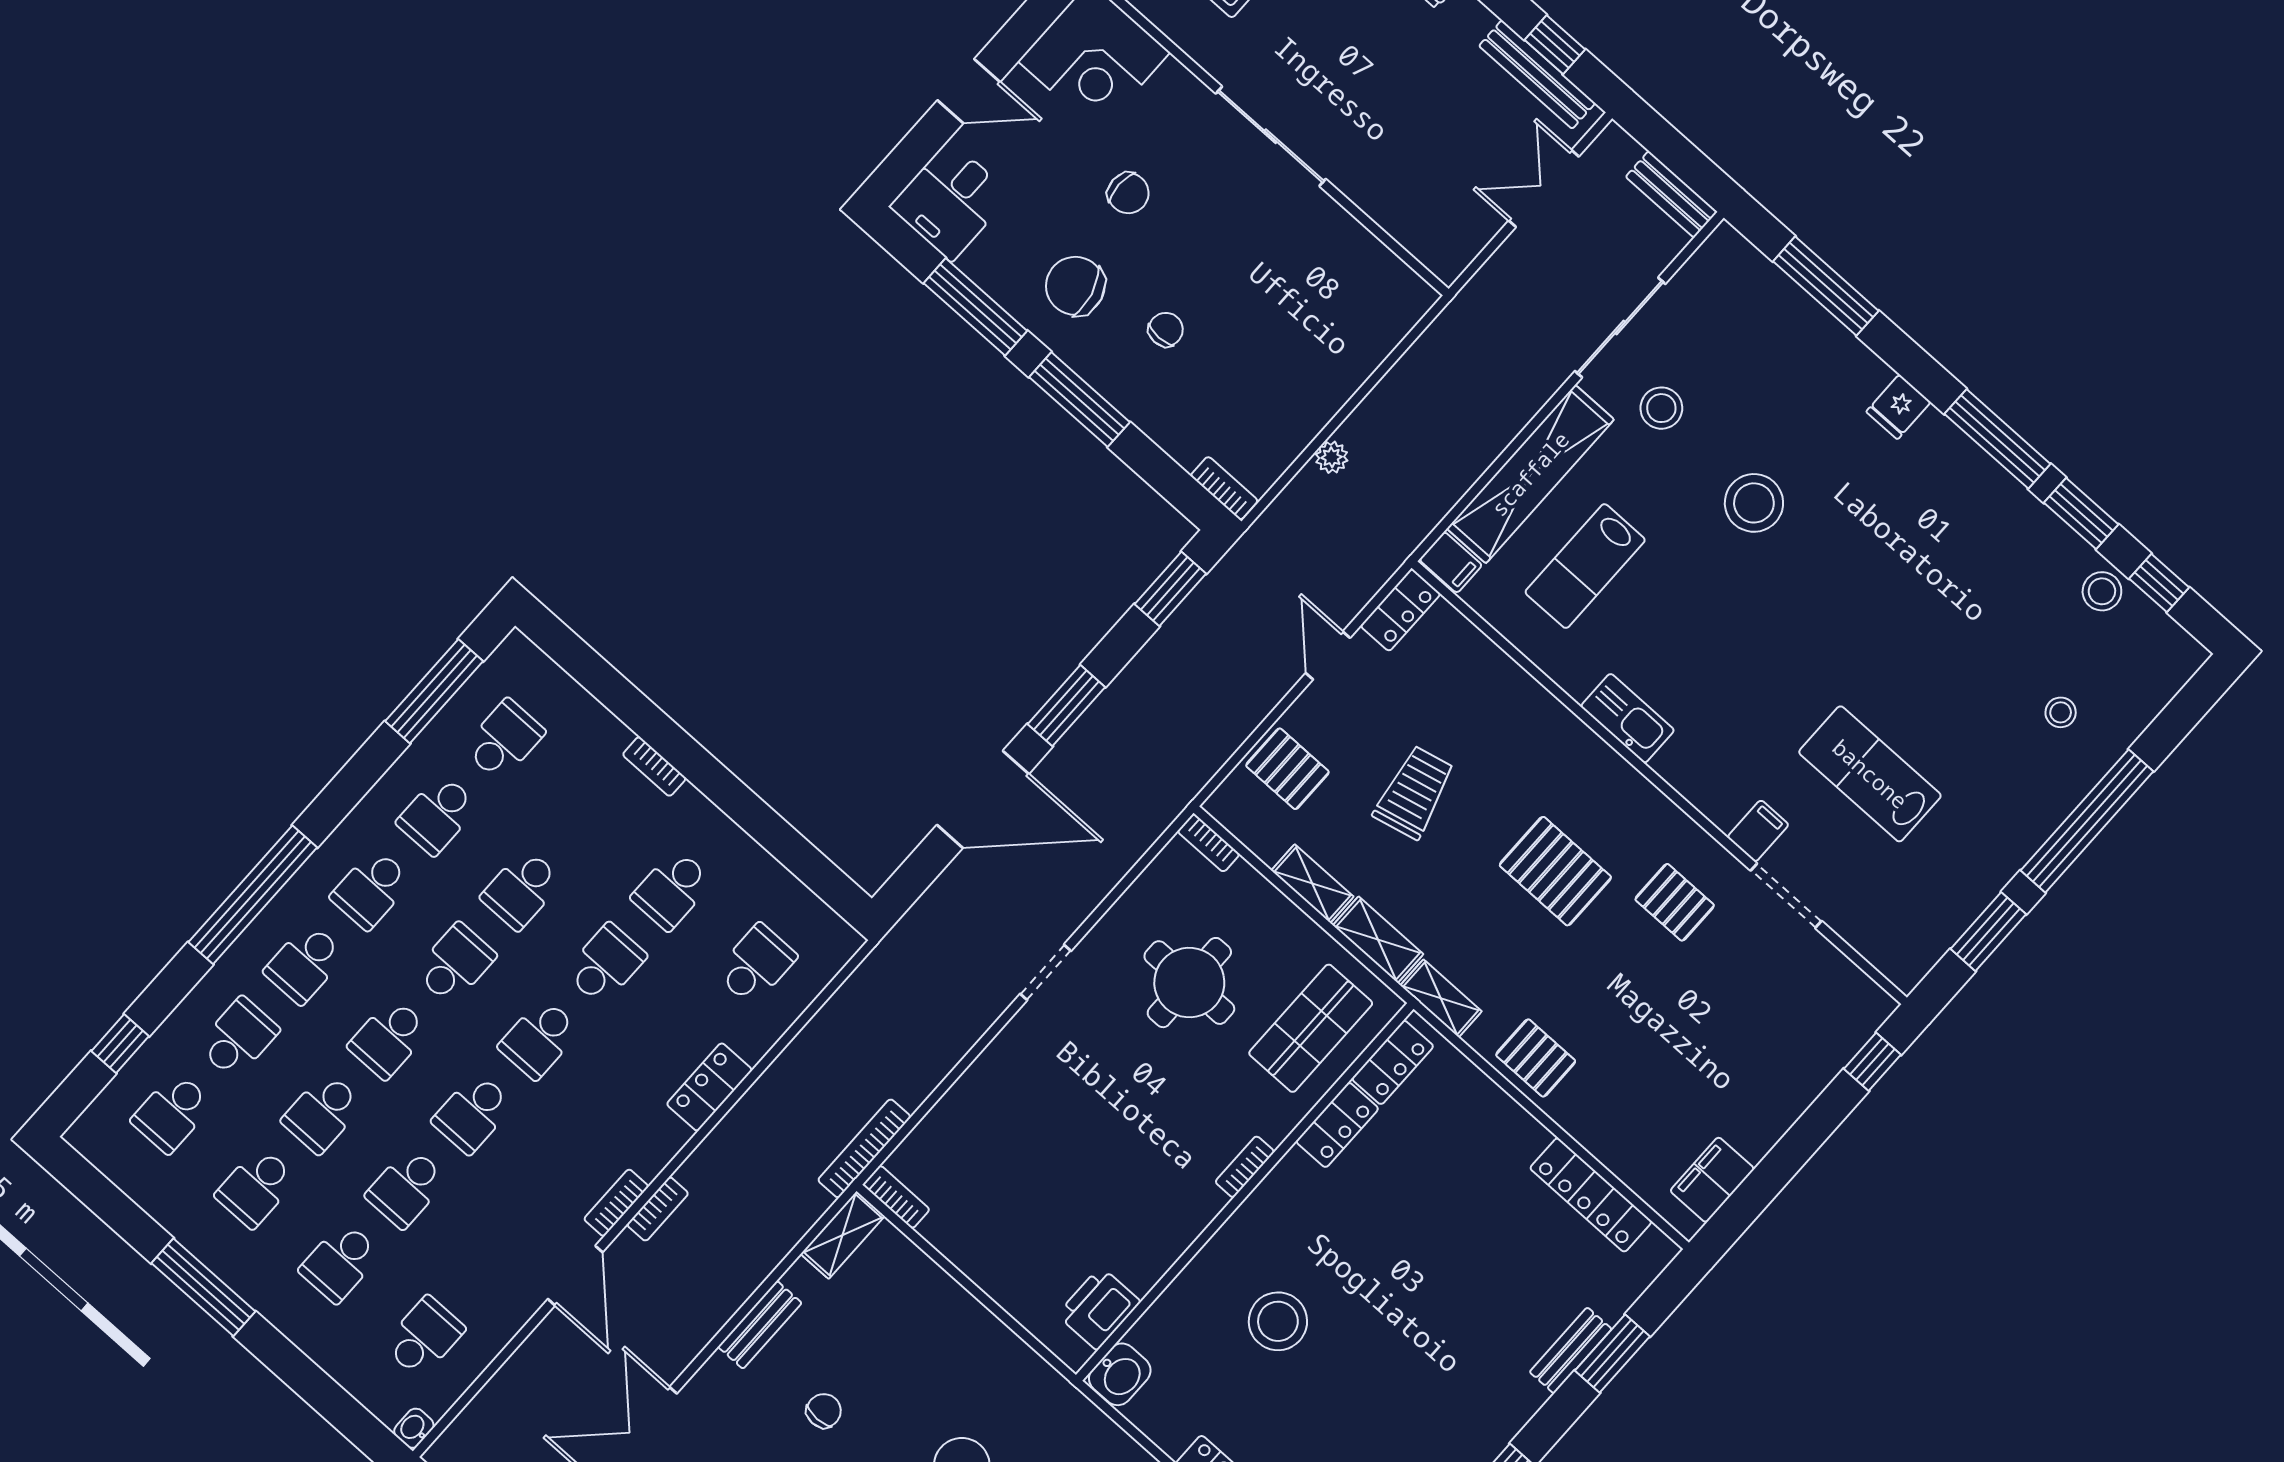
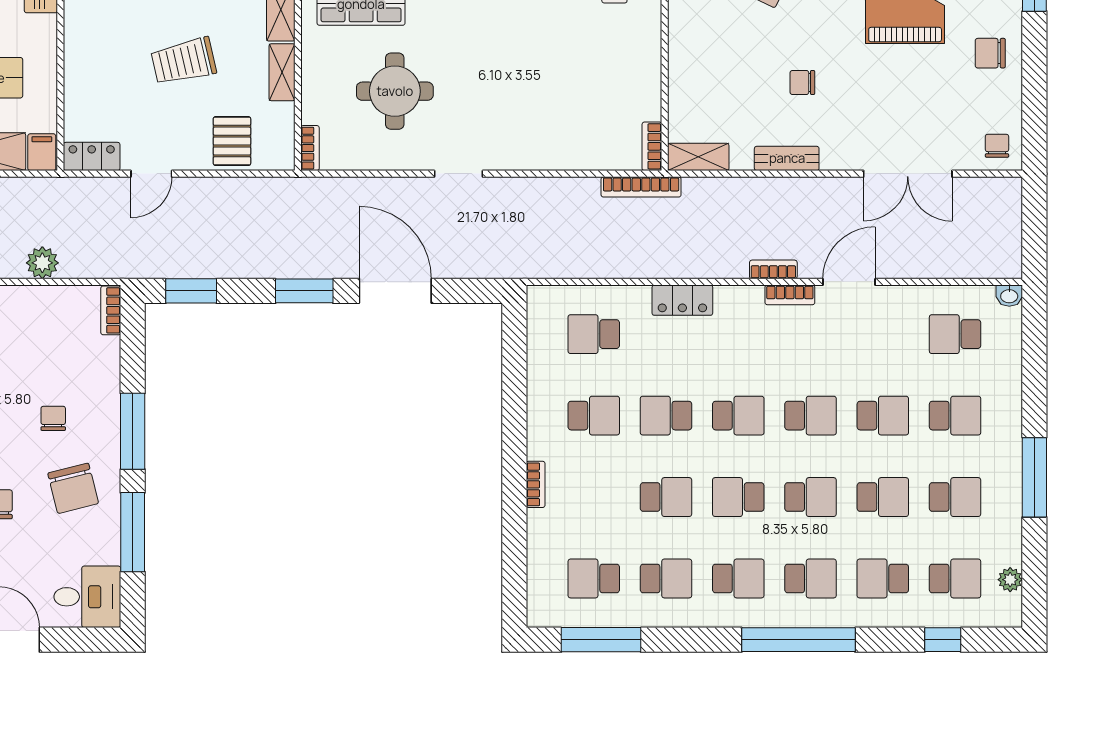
chair: (1166, 330) -> (53, 418), turned 90
plant: (1332, 457) -> (42, 263), width x1.38, depth x1.38
plant: (120, 1168) -> (1010, 580), added

